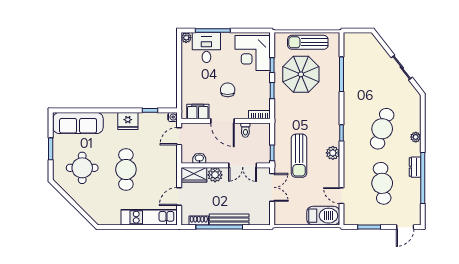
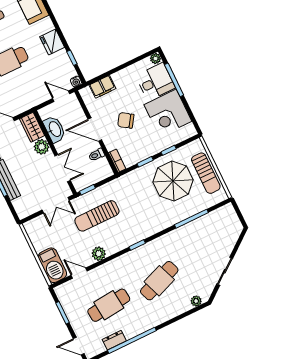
sun lounger: (308, 42) -> (206, 173), turned 180
corner desk: (253, 53) -> (168, 113), moved, turned -90
chair: (228, 90) -> (126, 120), turned -146
filing cabinet: (198, 112) -> (102, 87), moved, turned 90
door: (223, 121) -> (95, 130), hinge flipped
cafe table: (382, 129) -> (159, 281), turned -39
plant: (416, 137) -> (196, 301), moved
plant: (333, 153) -> (99, 254), moved
washbasin: (199, 158) -> (55, 129), width x1.91, depth x1.45
double door: (243, 165) -> (63, 168), swing flipped
dresser: (415, 167) -> (114, 340), moved
door: (342, 196) -> (79, 273), hinge flipped

